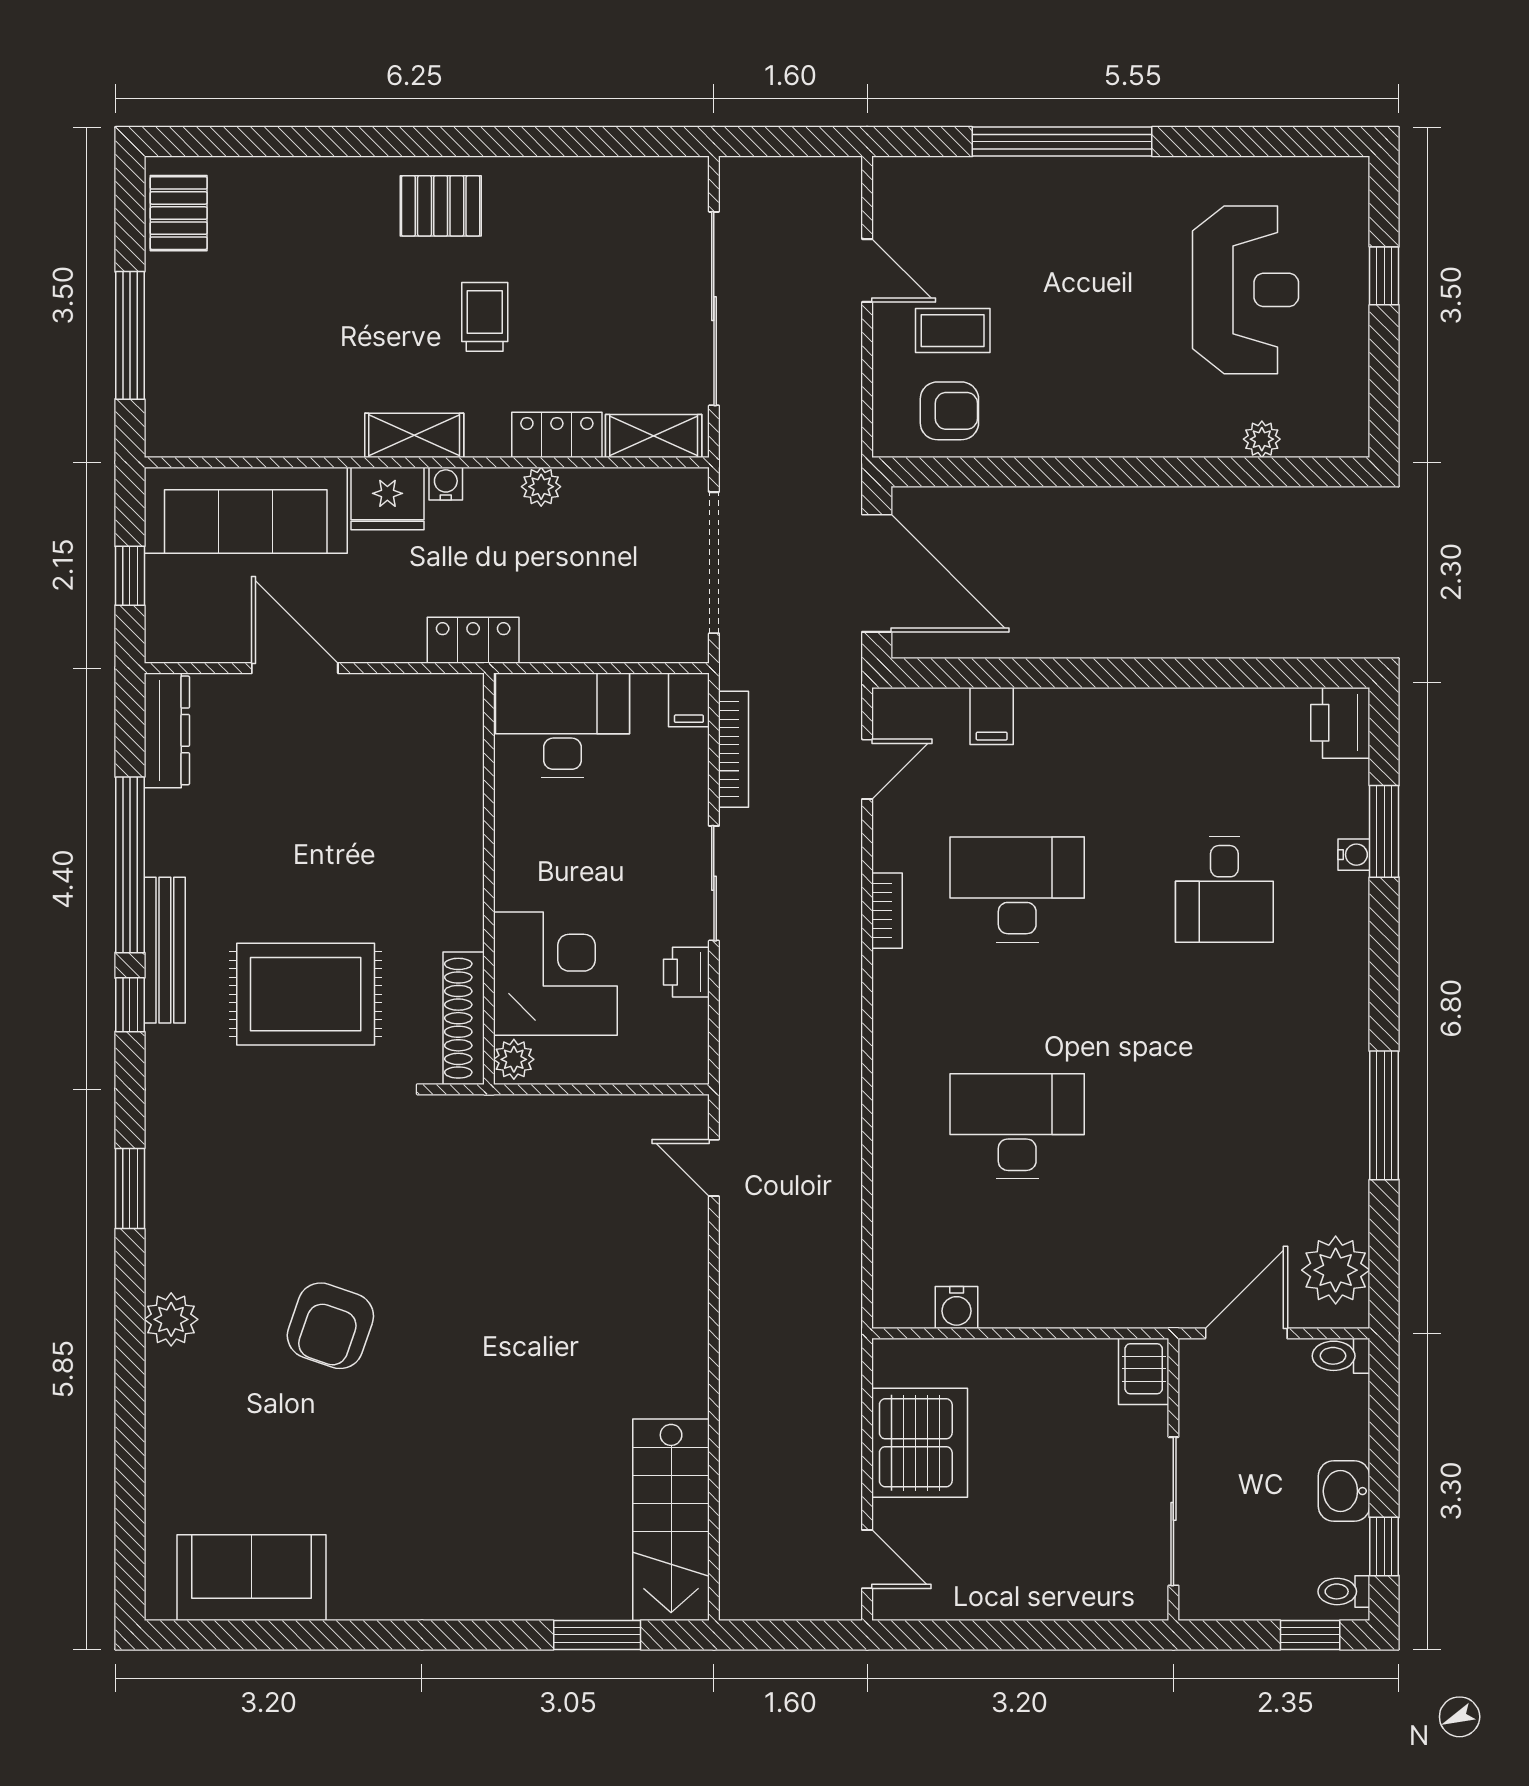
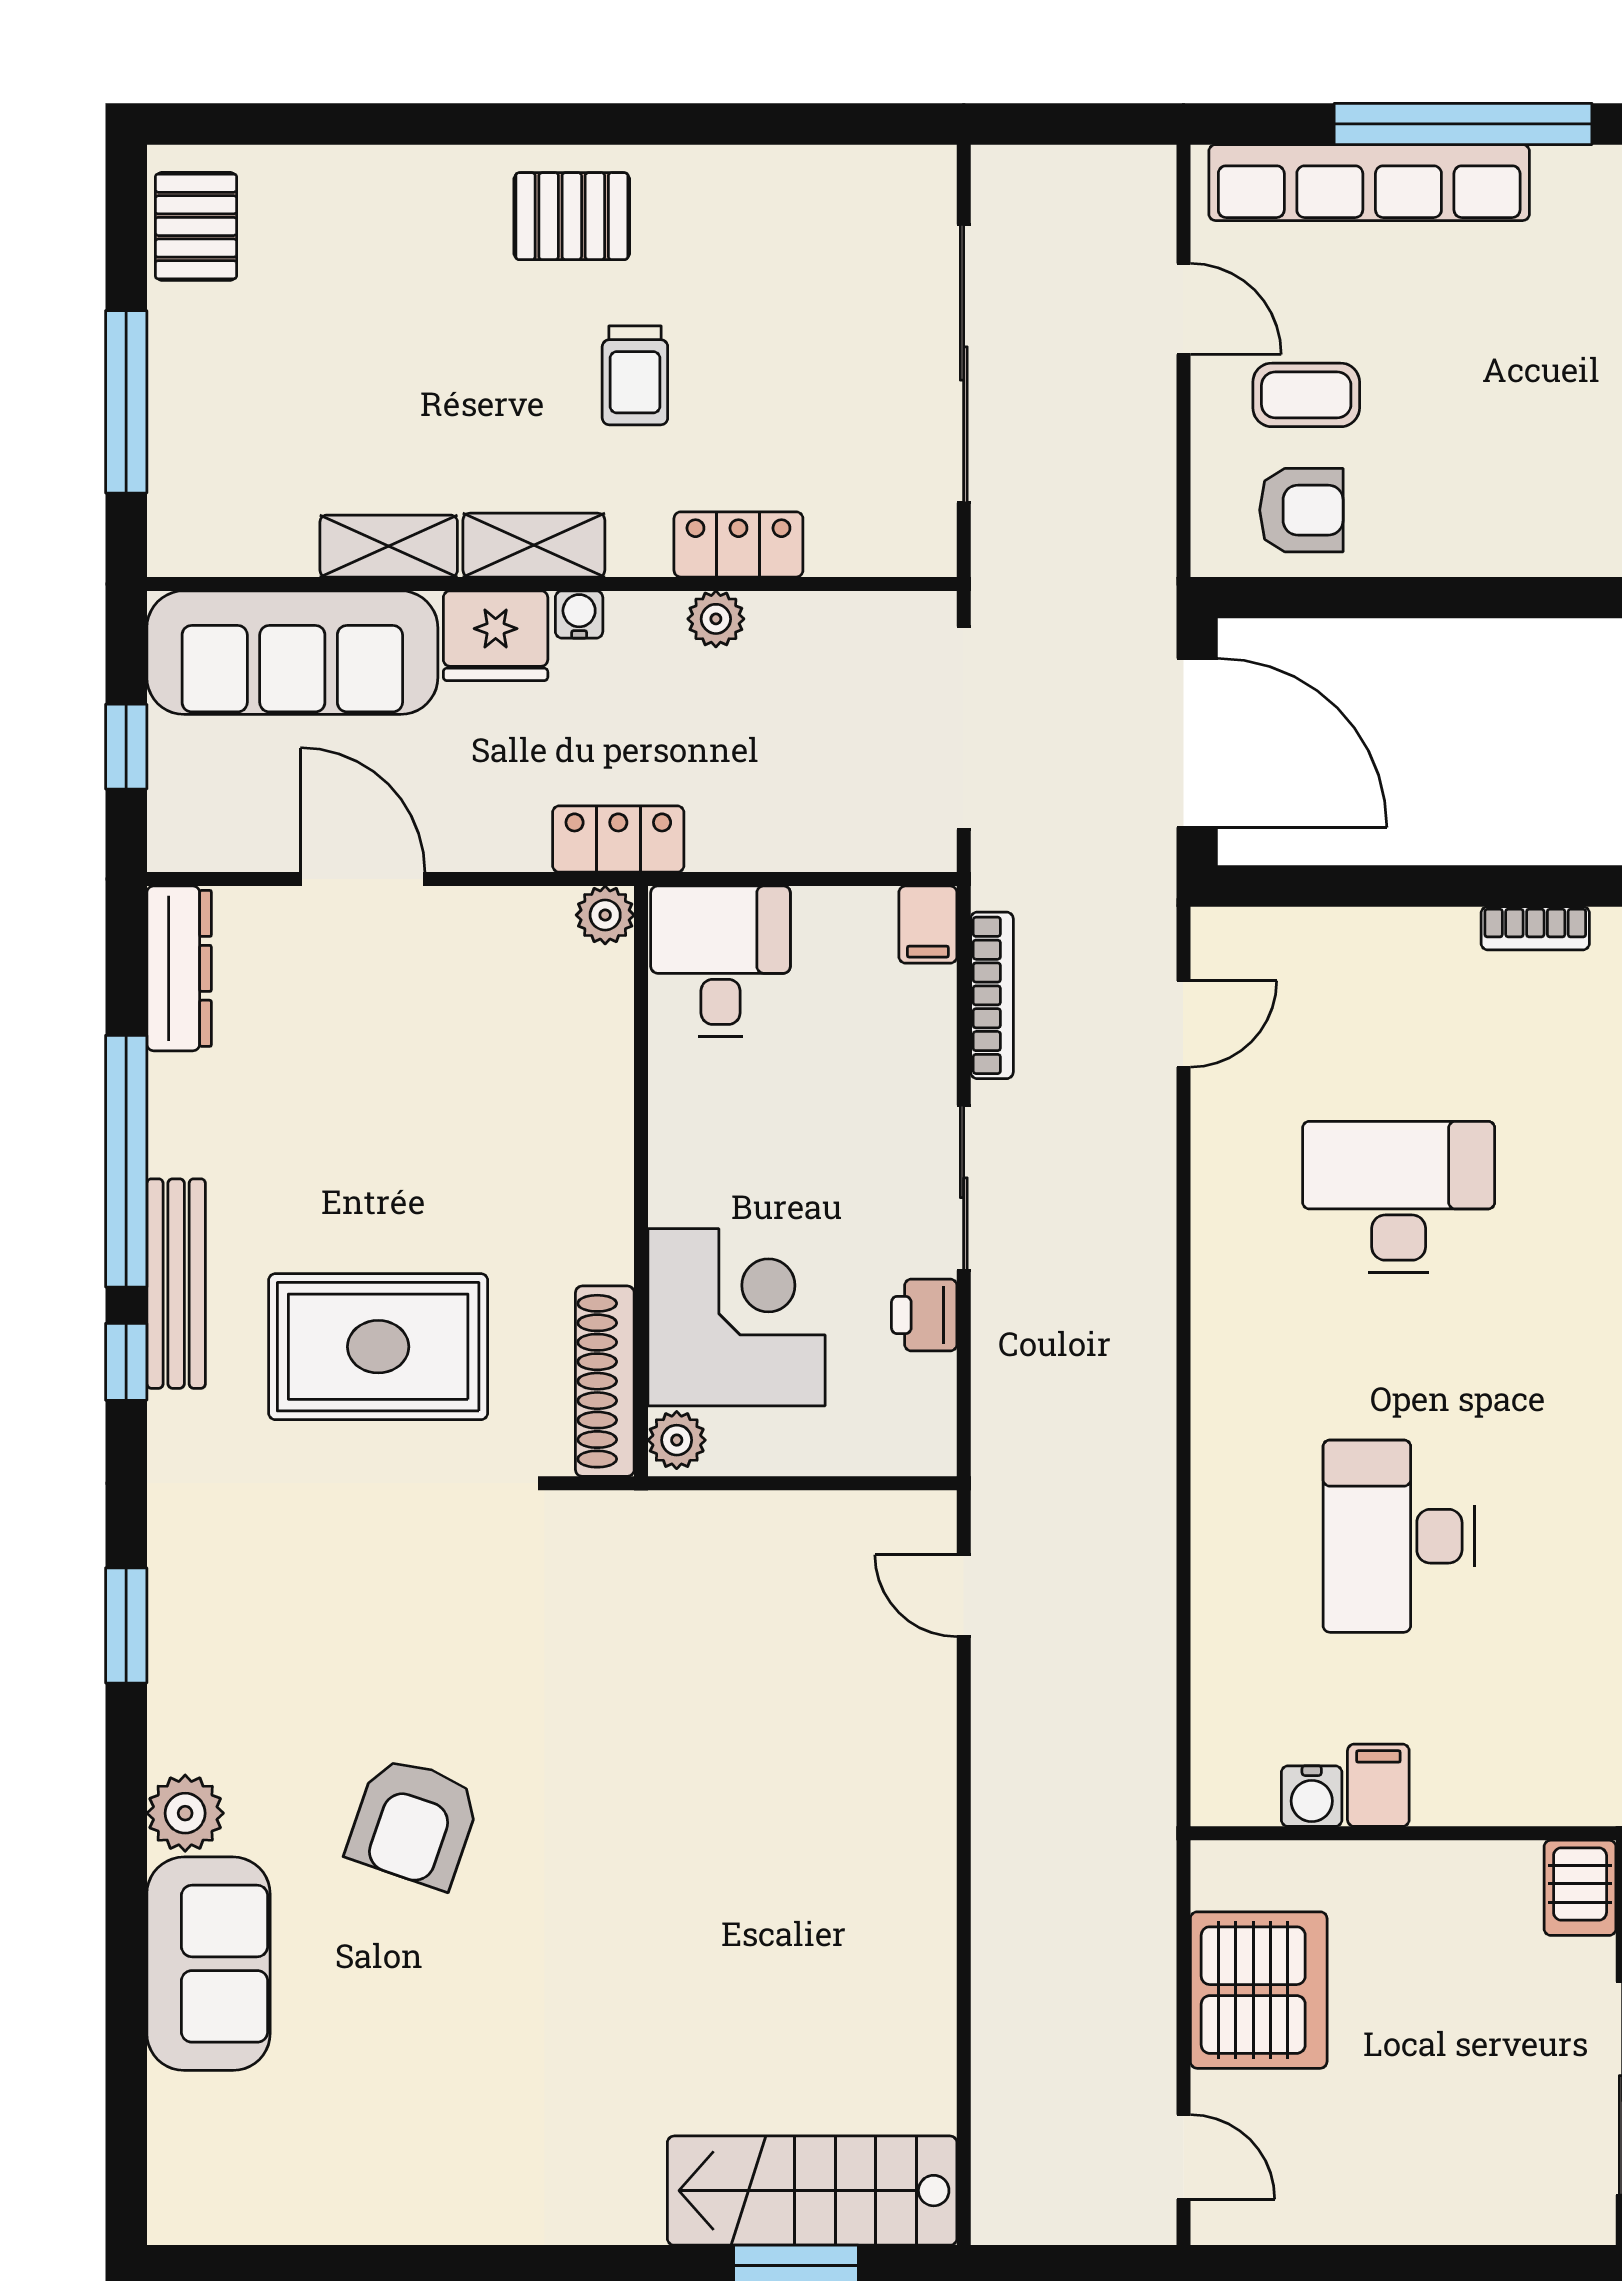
row of seats: (997, 182) -> (1369, 183), added
trolley: (485, 317) -> (635, 375), turned 180
shelving: (654, 436) -> (389, 546), moved
plant: (464, 693) -> (605, 915), added
filing cabinet: (992, 716) -> (1378, 1785), moved, turned 180
desk: (562, 725) -> (721, 961), width x0.73
bookcase: (887, 911) -> (1535, 928), moved, turned 90
desk: (1017, 1126) -> (1399, 1536), turned -90
stairs: (671, 1520) -> (812, 2191), moved, turned 90
sofa: (252, 1578) -> (208, 1964), moved, turned 90

